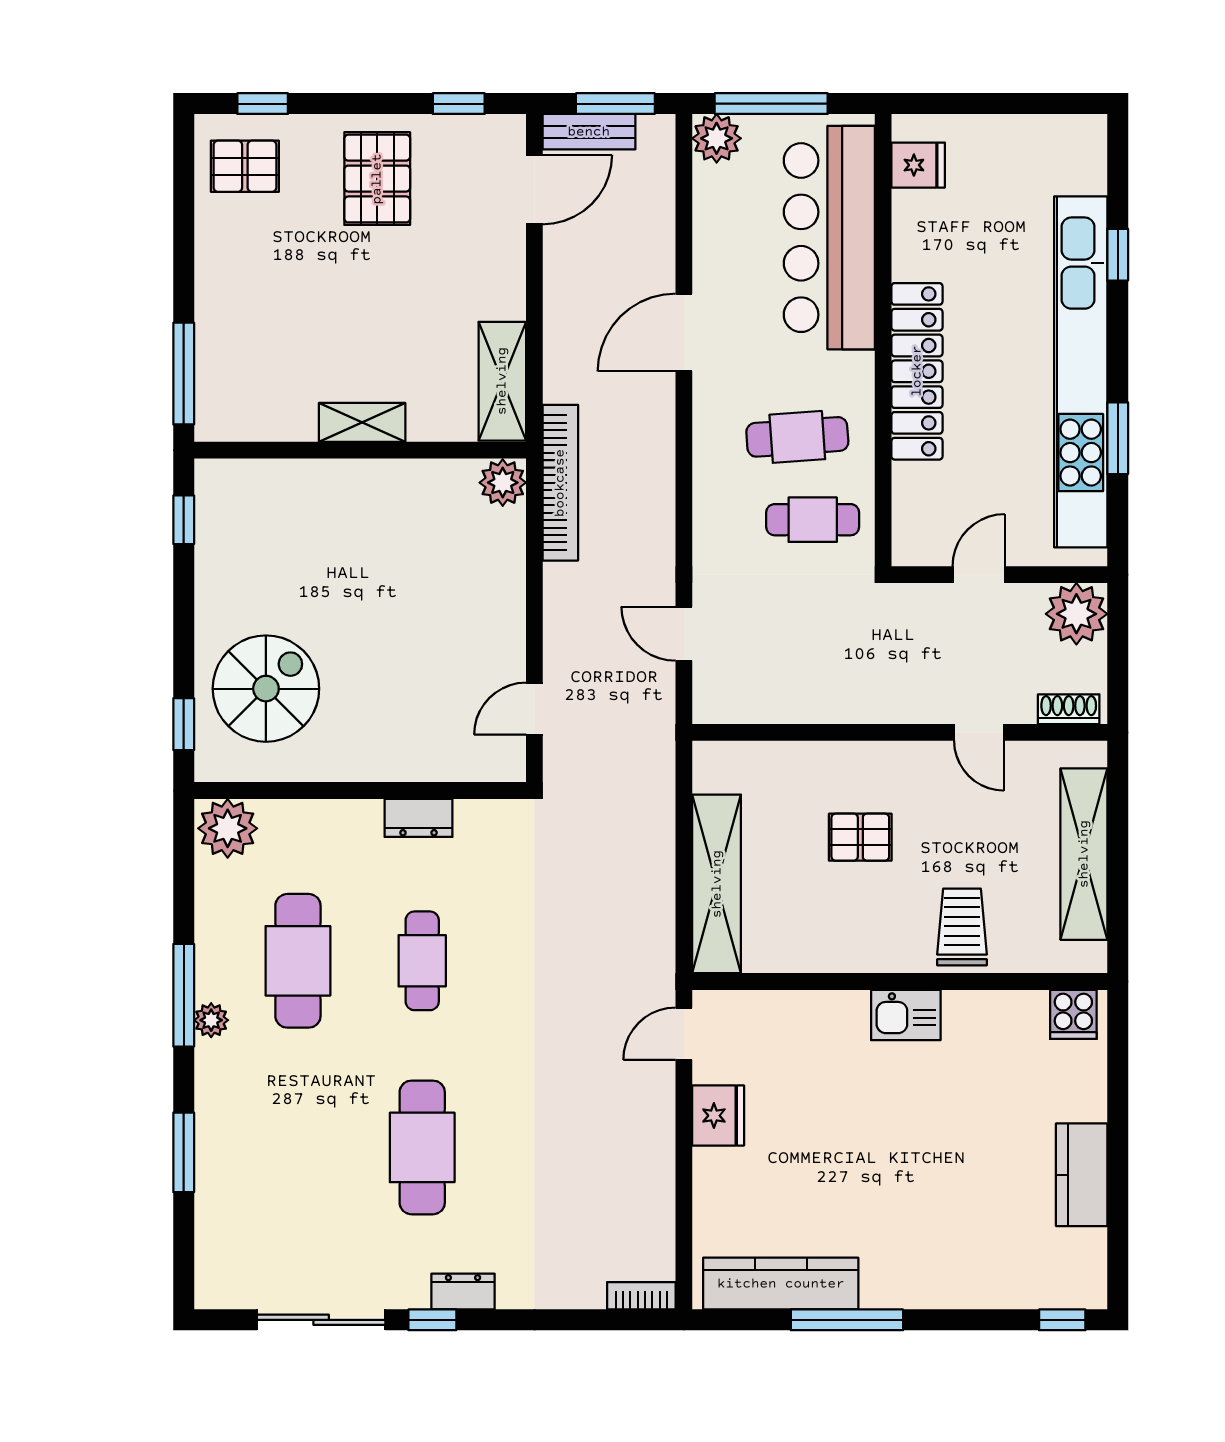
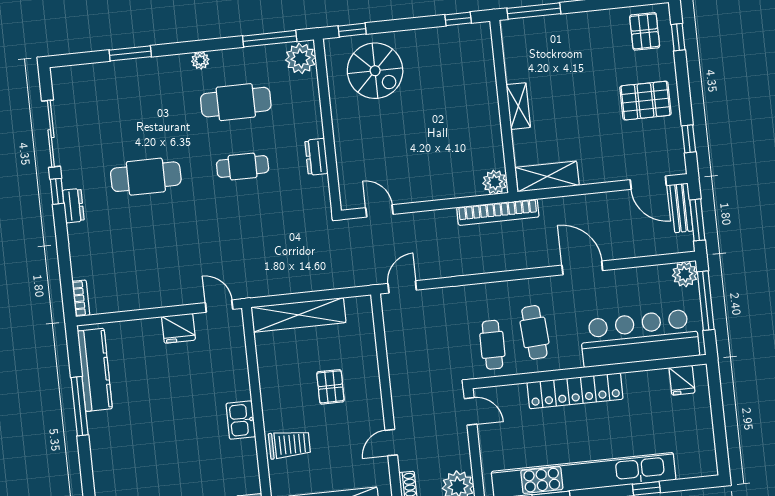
door: (979, 575) -> (471, 411), moved
door: (684, 634) -> (402, 287), moved
window: (184, 995) -> (270, 39), moved

